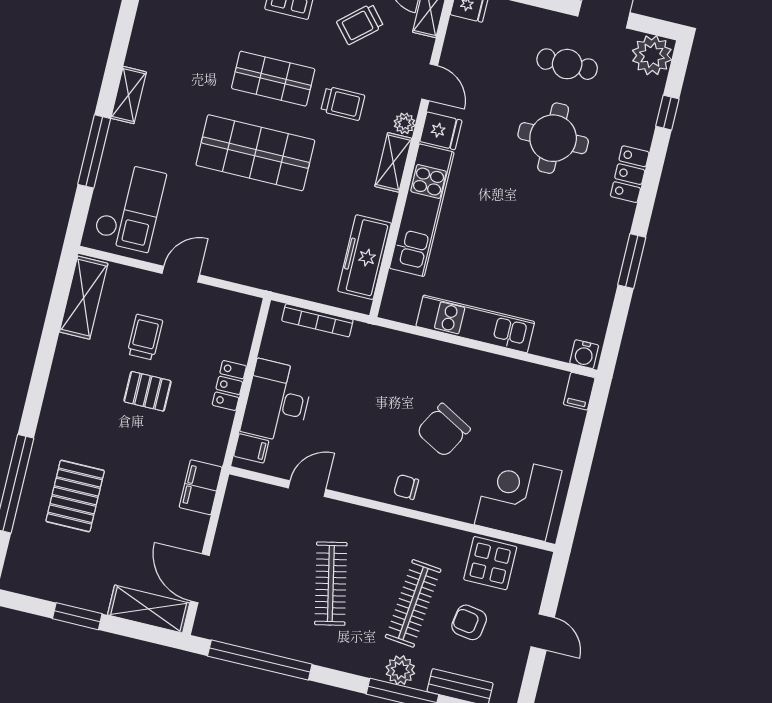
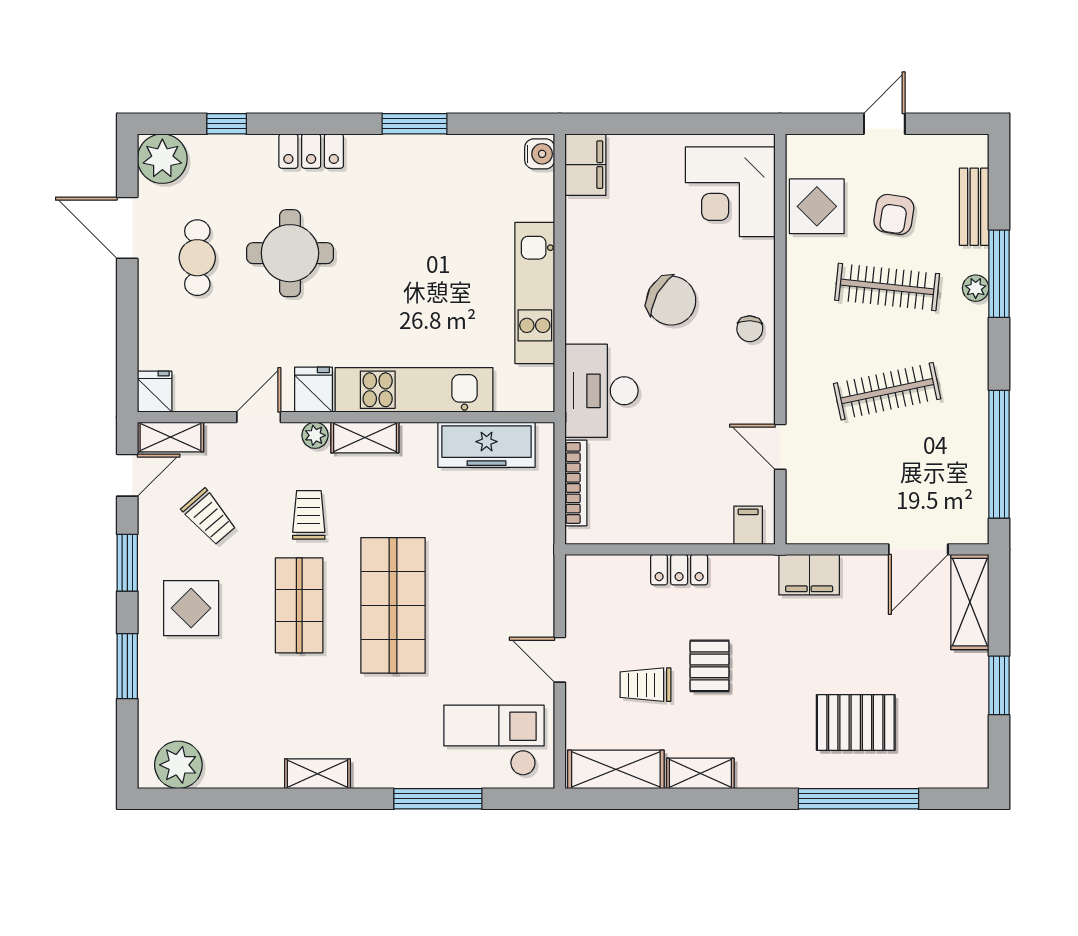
shelving: (129, 95) -> (317, 774), moved
shelving: (64, 364) -> (700, 773), added
filing cabinet: (579, 391) -> (585, 165), width x2.00
desk: (277, 401) -> (601, 391), moved, turned 90
plant: (400, 670) -> (976, 288), width x0.73, depth x0.73

